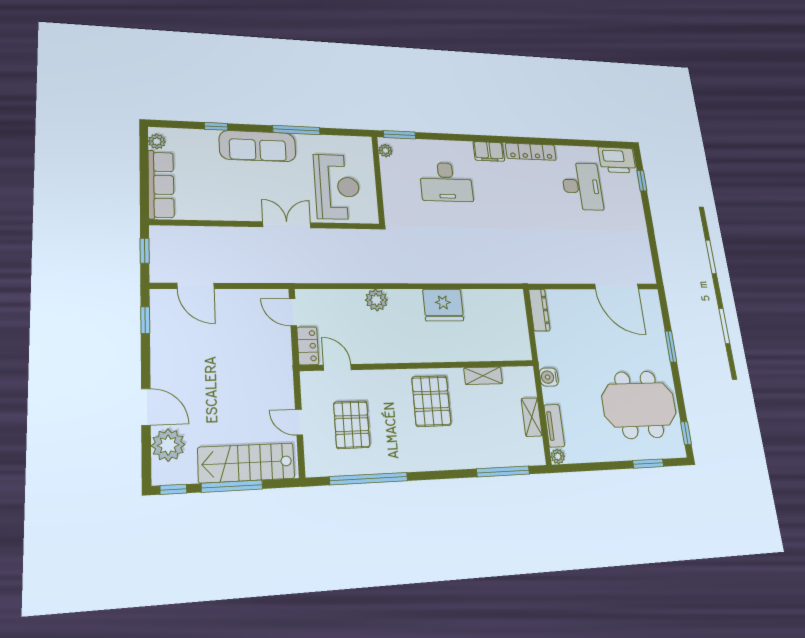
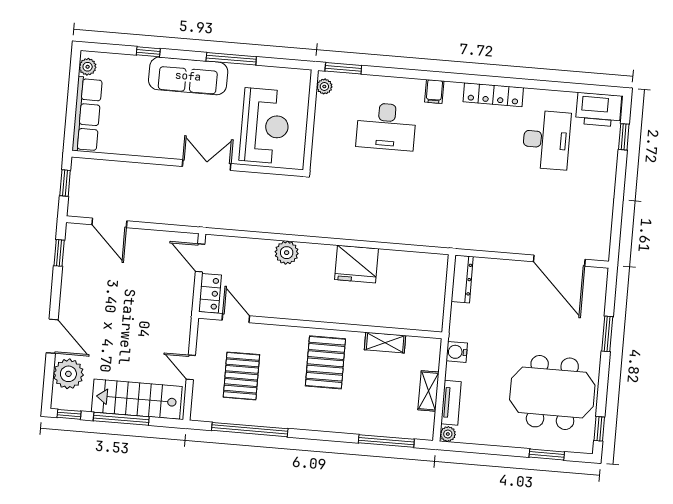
filing cabinet: (489, 151) -> (434, 91), width x0.50

